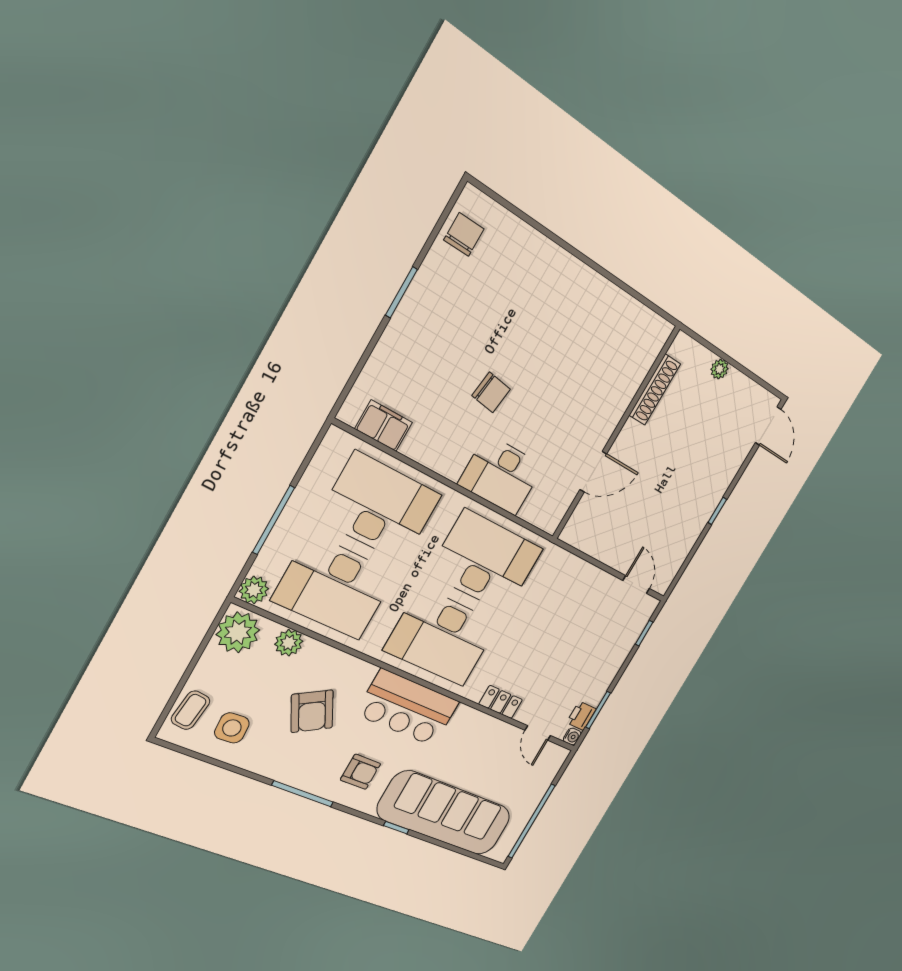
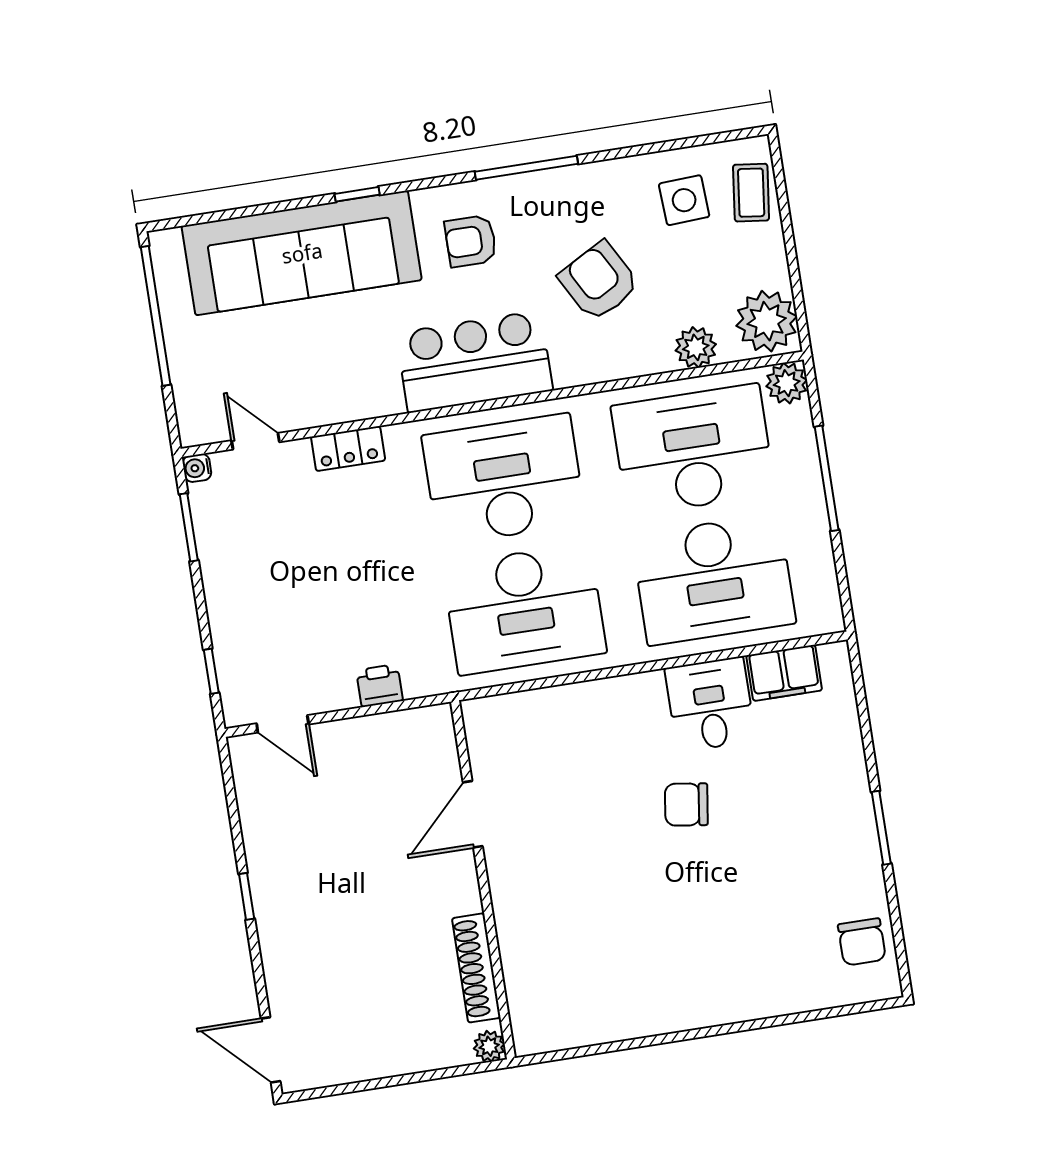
plant: (719, 369) -> (489, 1046), moved
desk: (501, 475) -> (710, 704), moved, width x0.73
printer: (581, 716) -> (380, 686), moved, turned -90

